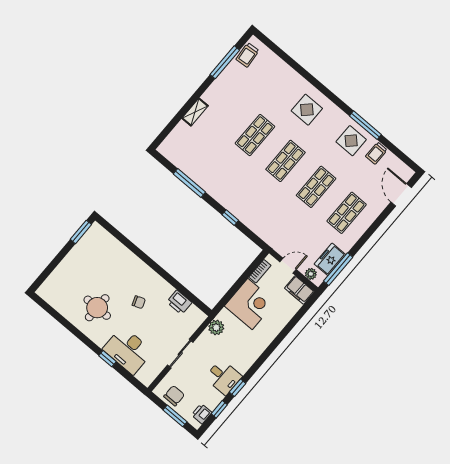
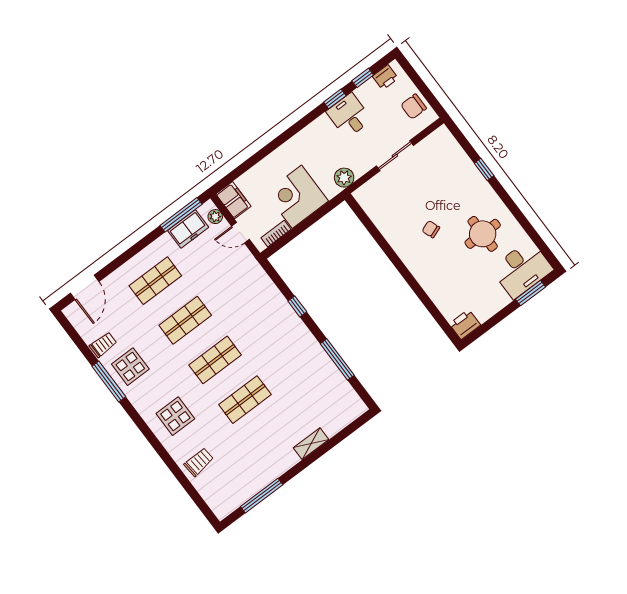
trolley: (247, 55) -> (199, 462), moved
window: (81, 232) -> (531, 293), moved
printer: (179, 302) -> (465, 324), moved, turned -90
desk: (128, 350) -> (522, 269), moved, turned 90
window: (175, 416) -> (418, 82), removed

